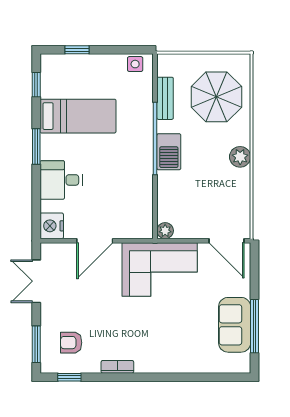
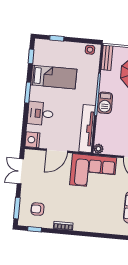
bench: (165, 98) -> (107, 58), moved
tv unit: (143, 198) -> (87, 129), added

